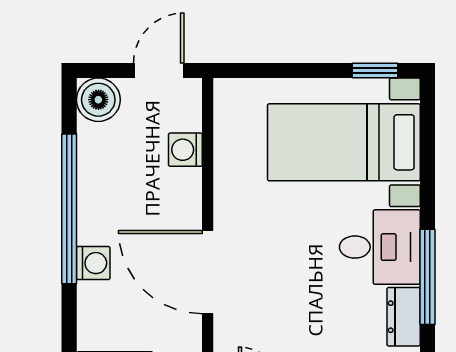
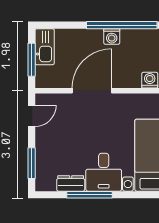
washing machine: (93, 263) -> (112, 37), moved

